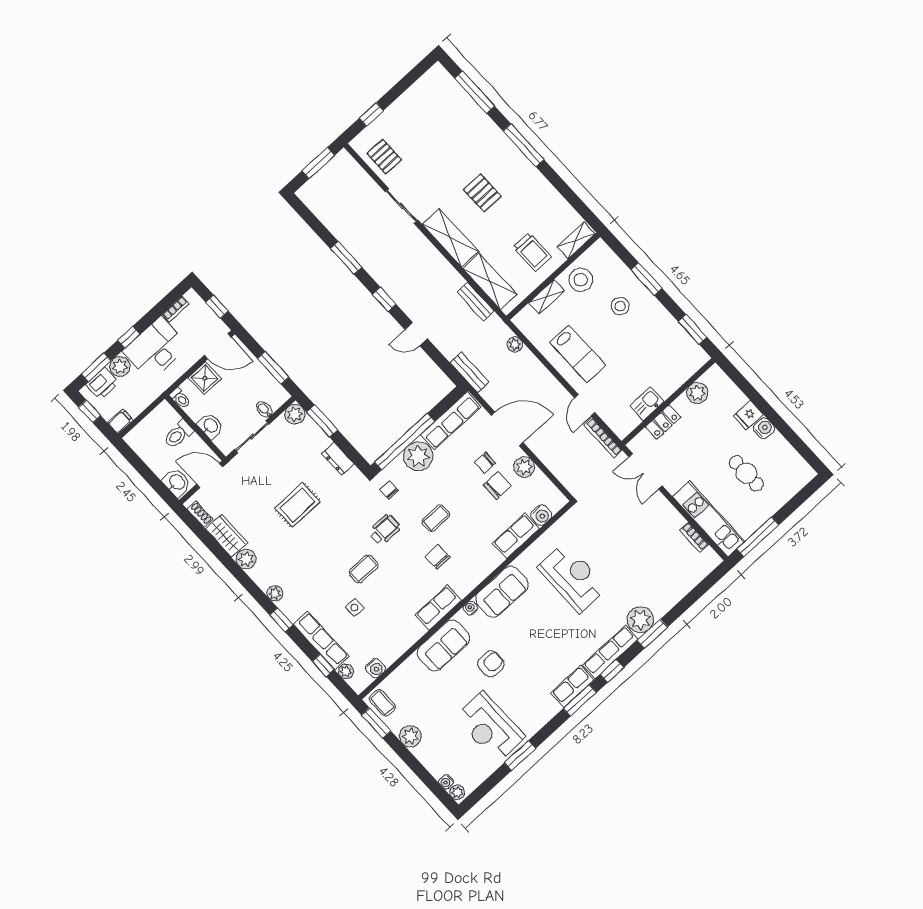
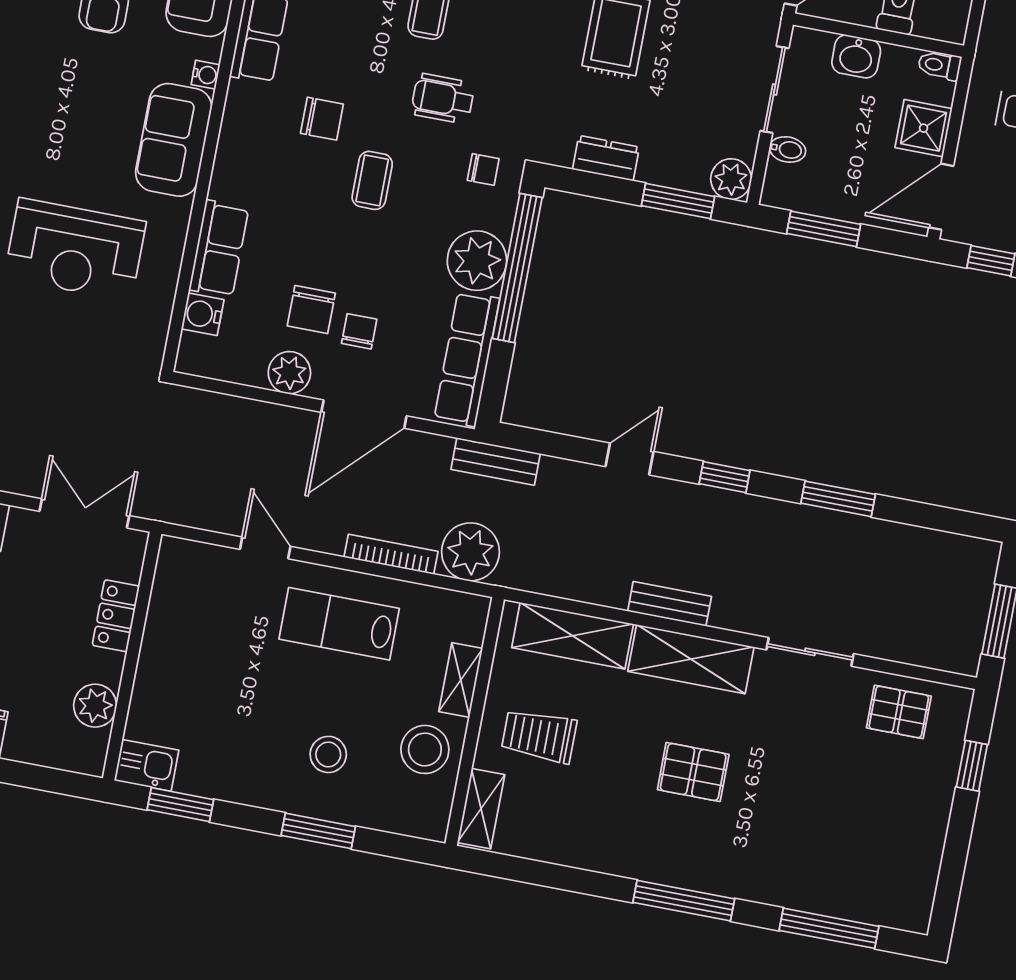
bench: (475, 301) -> (670, 604), moved
plant: (515, 344) -> (471, 552), width x1.88, depth x1.88
kitchen sink: (647, 404) -> (147, 765), moved, turned -90
bookcase: (603, 438) -> (391, 554), moved
wheelchair: (384, 530) -> (443, 99), turned 90

